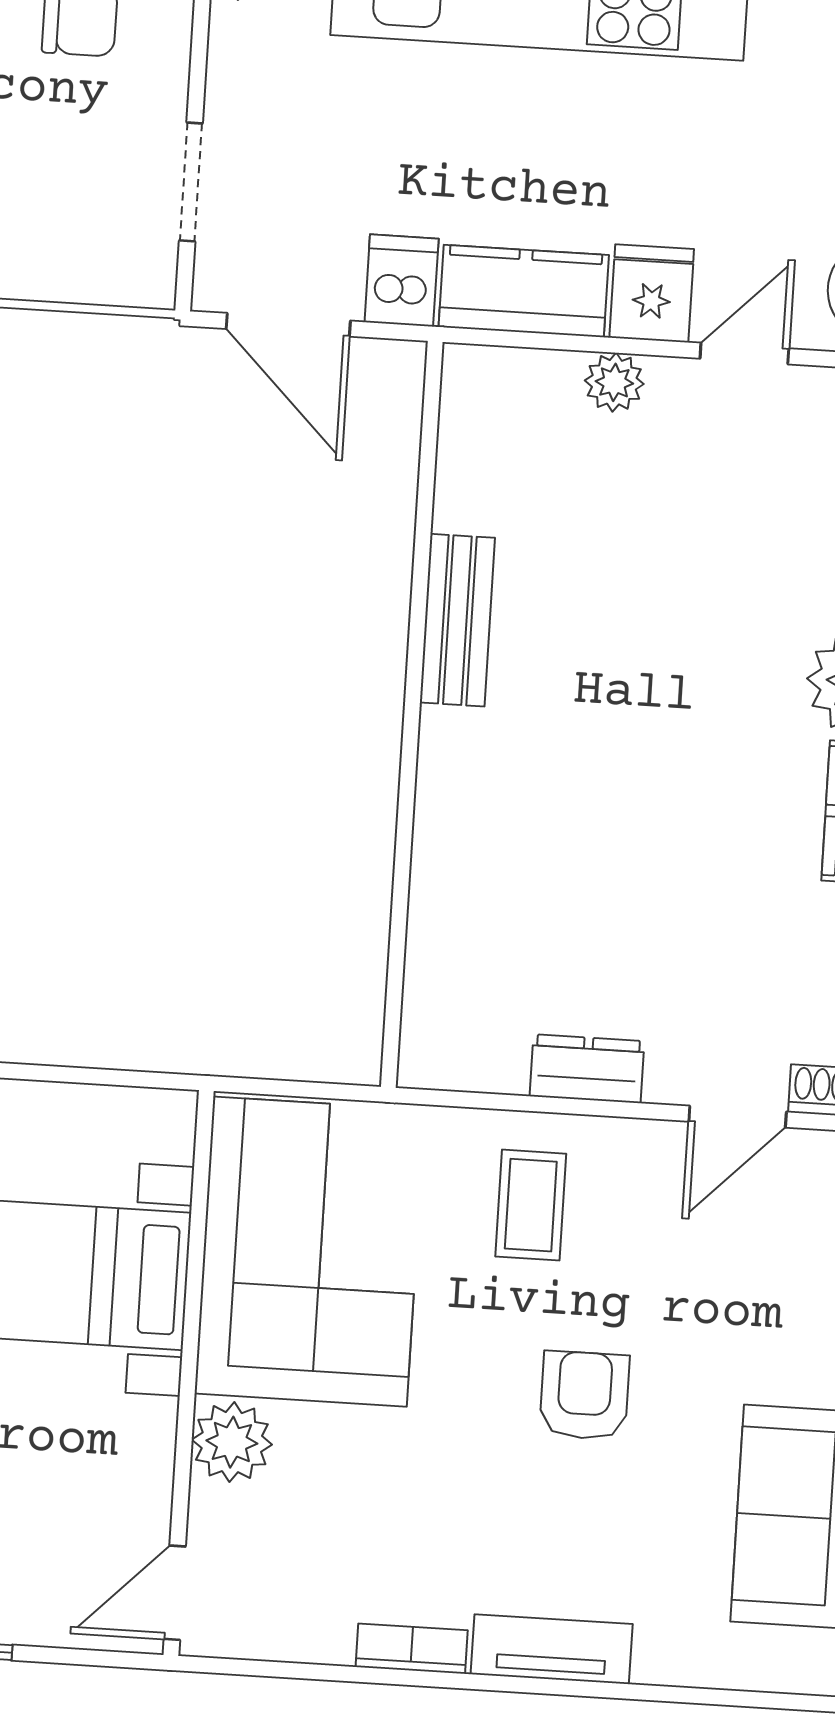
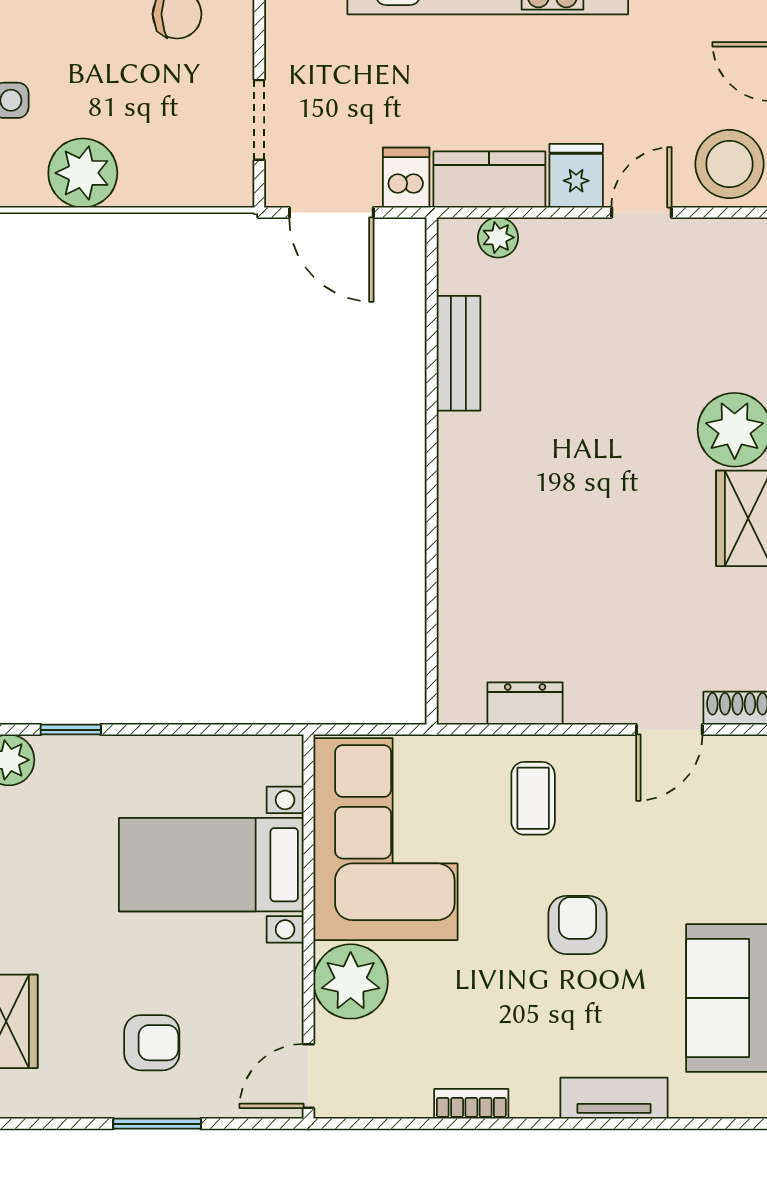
plant: (614, 382) -> (498, 237), moved
bench: (457, 620) -> (458, 353), moved
dresser: (587, 1069) -> (525, 703), moved
plant: (232, 1442) -> (351, 981), width x1.36, depth x1.36
tv unit: (552, 1649) -> (614, 1098), moved

